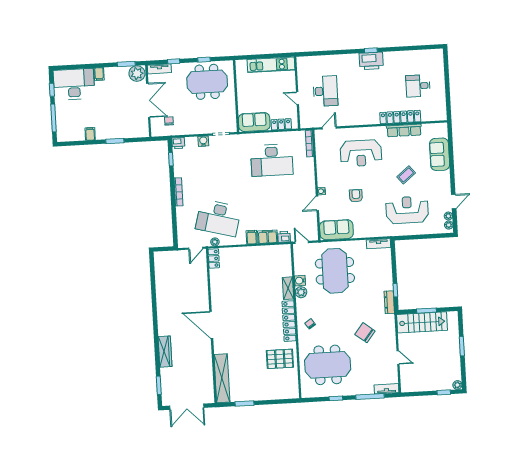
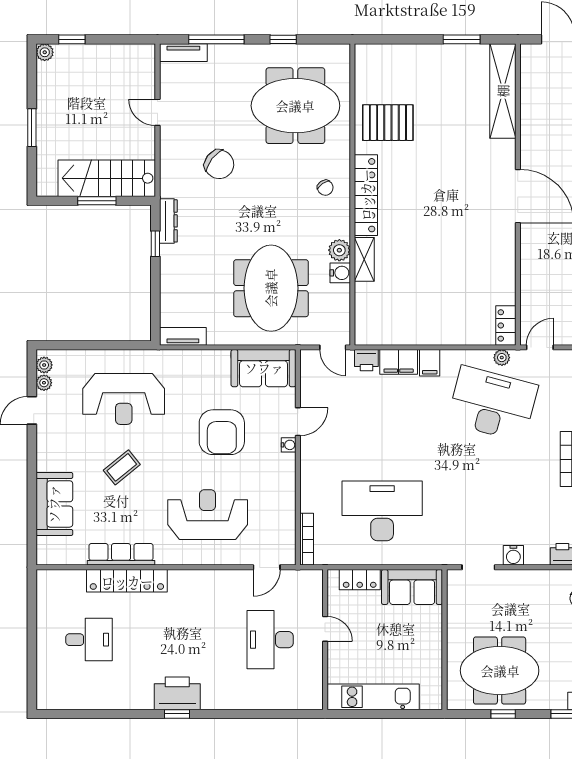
armchair: (356, 196) -> (222, 432), width x1.88, depth x1.88

